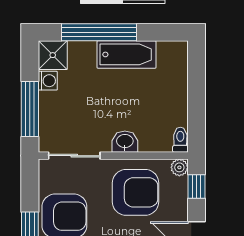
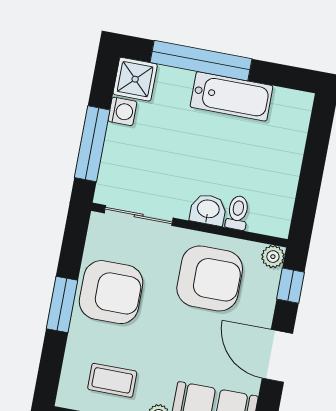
toilet: (180, 140) -> (238, 213), moved

